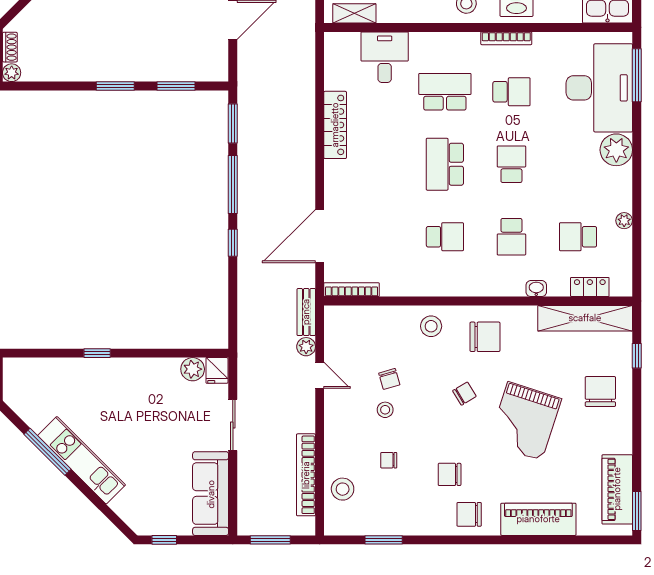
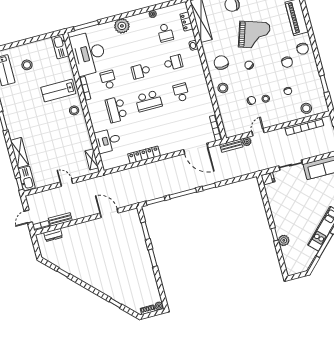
desk: (599, 88) -> (88, 53), moved, turned -90
plant: (193, 369) -> (284, 240), moved

